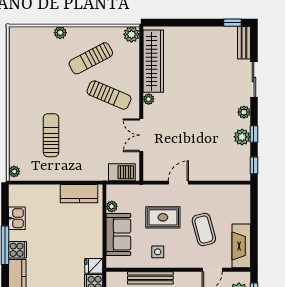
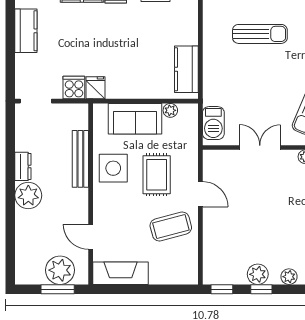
coffee table: (204, 230) -> (171, 226), moved
side table: (158, 252) -> (113, 168), width x1.87, depth x1.87

